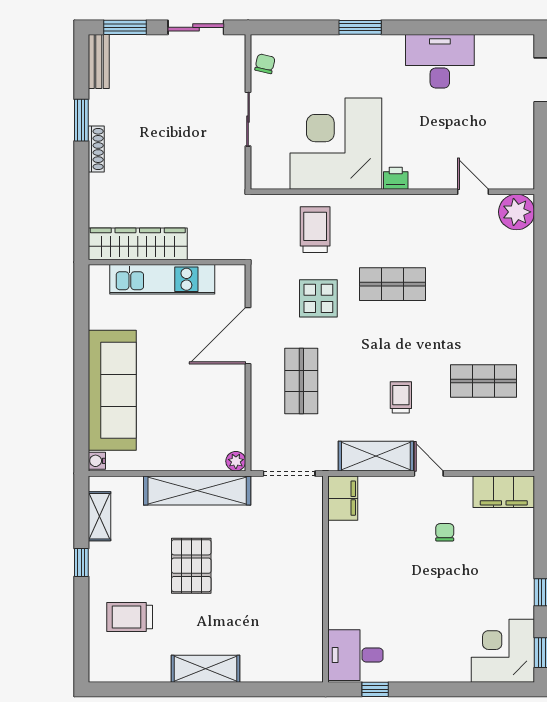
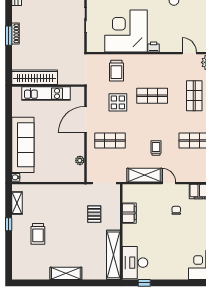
window: (81, 120) -> (9, 36), moved
trolley: (315, 230) -> (116, 71), turned 180
shop shelf: (484, 284) -> (194, 96), added
shop shelf: (301, 381) -> (110, 140), turned 90
plant: (236, 461) -> (80, 160), moved
shelving: (197, 490) -> (113, 255), moved, turned 90
filing cabinet: (343, 498) -> (129, 213), moved
pallet: (191, 566) -> (94, 214), moved, width x0.67, depth x0.71
trolley: (130, 617) -> (38, 234), moved, turned -90
desk: (355, 655) -> (135, 263), width x1.37

